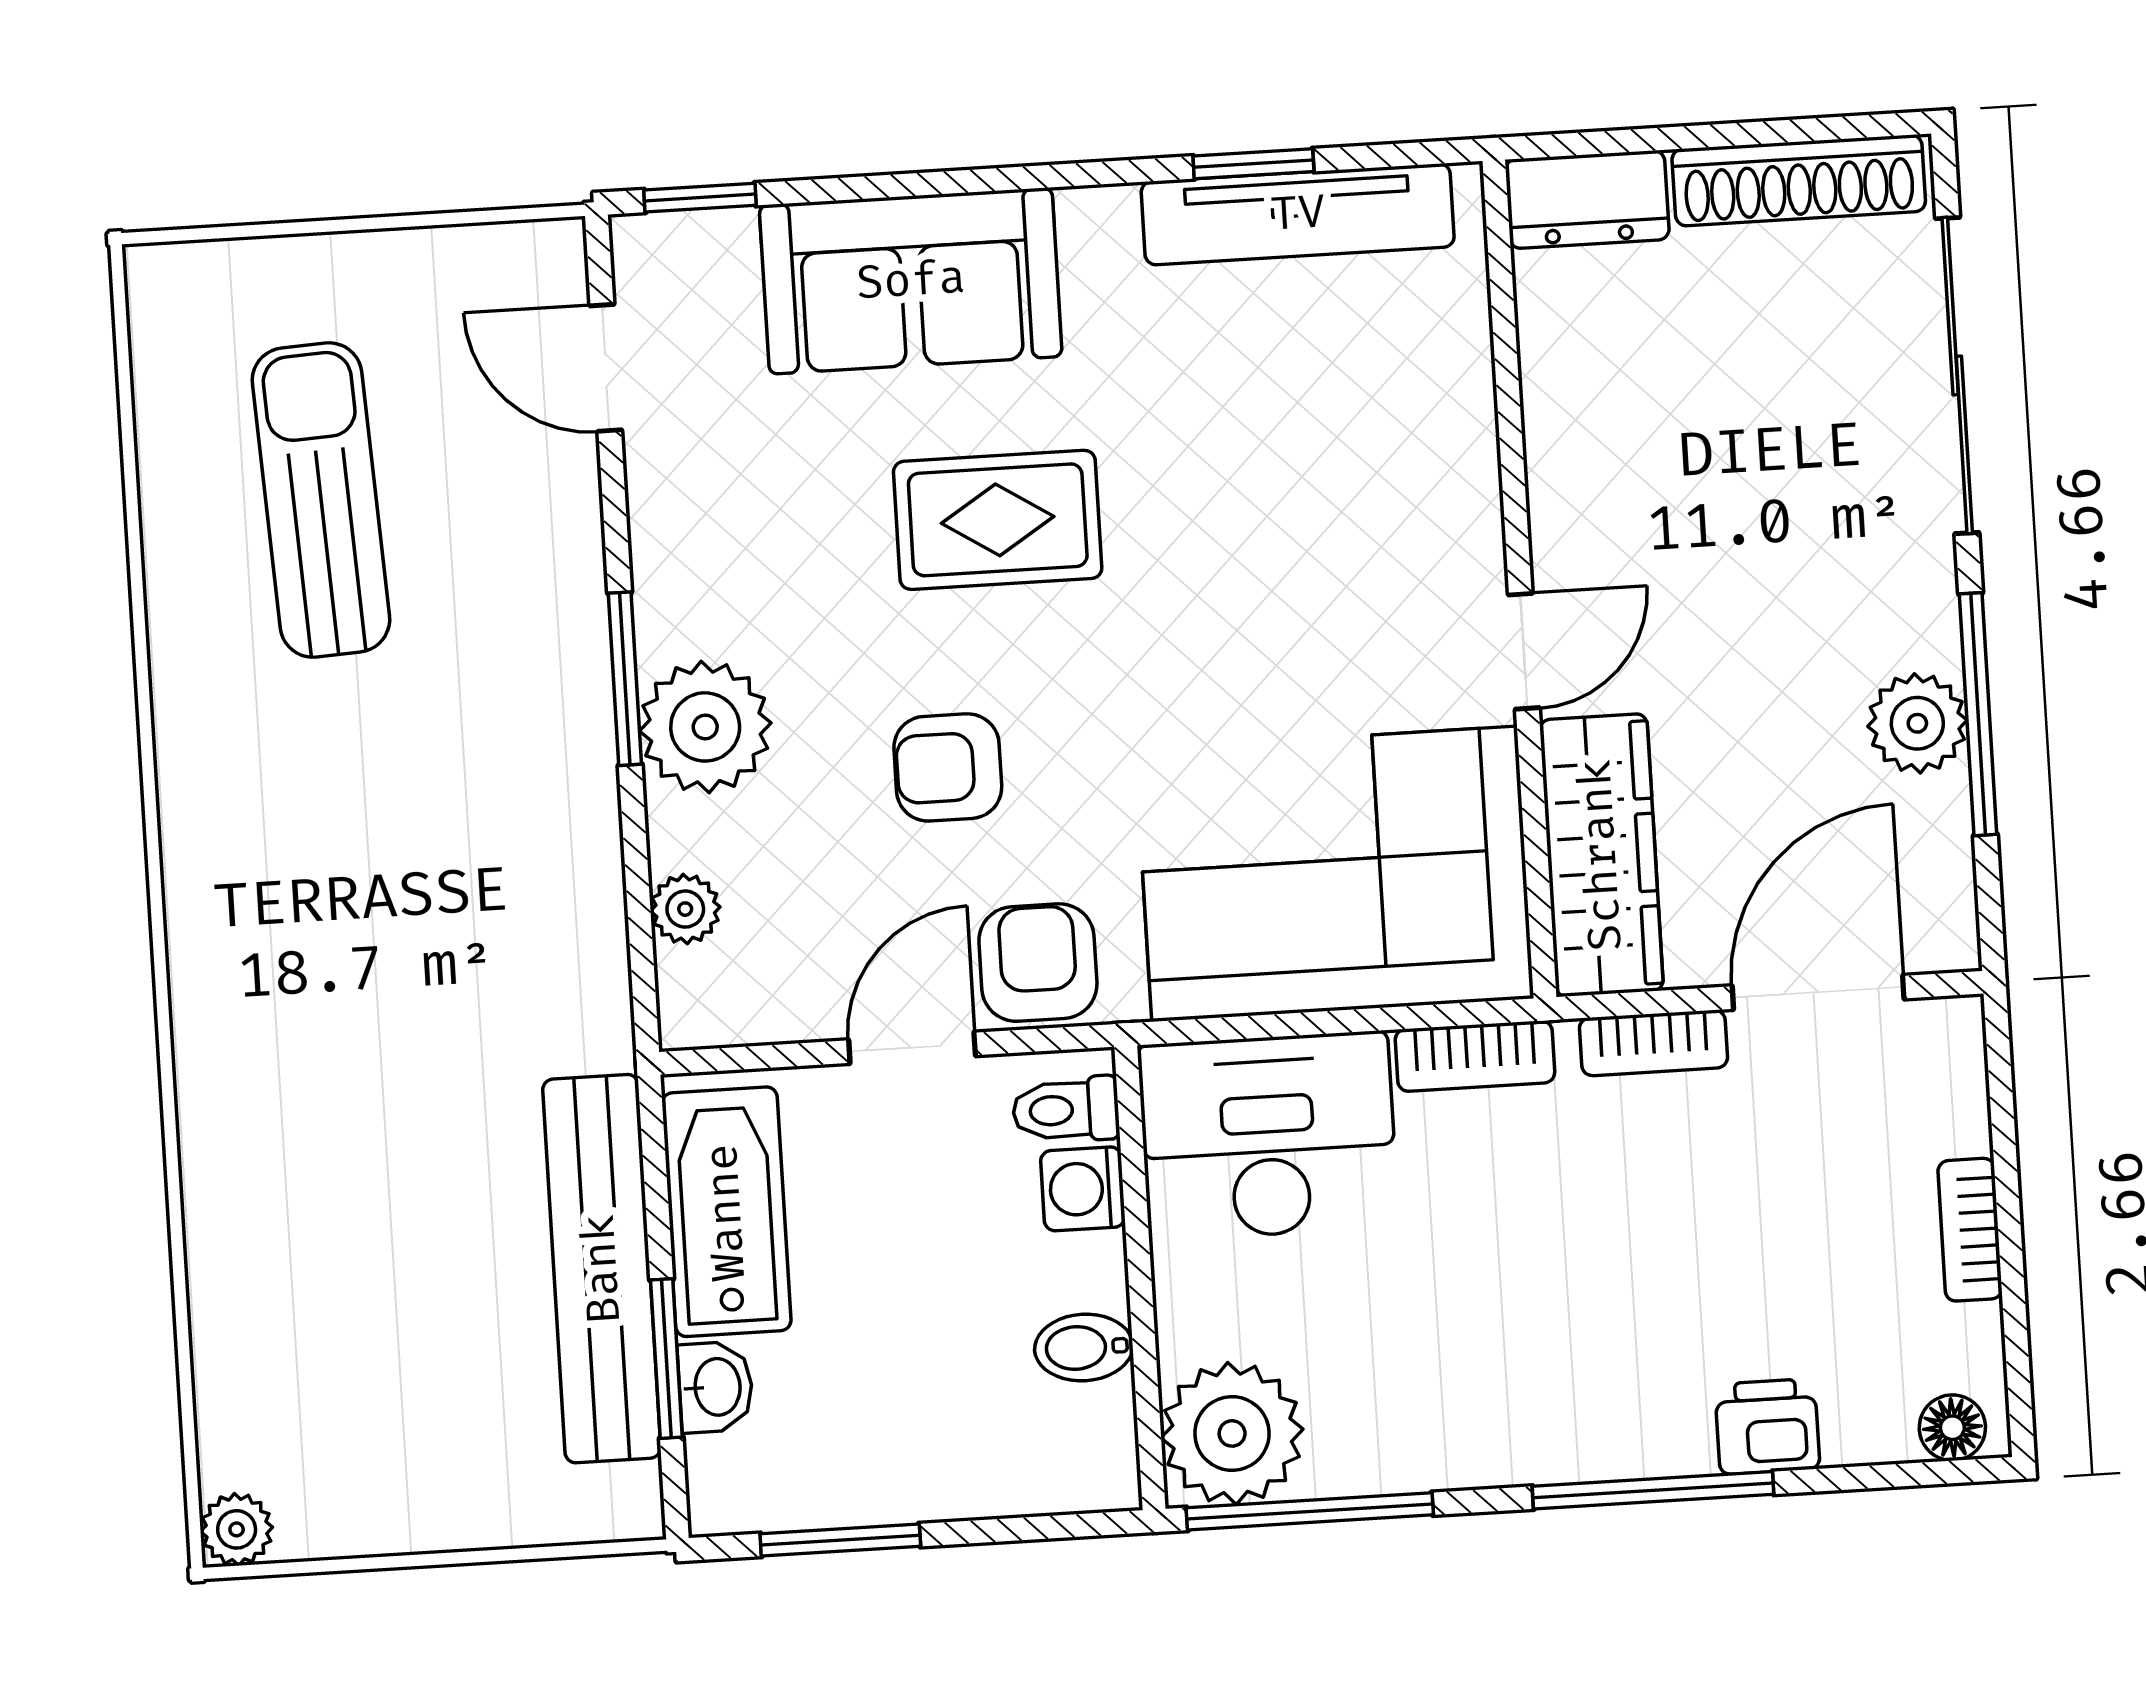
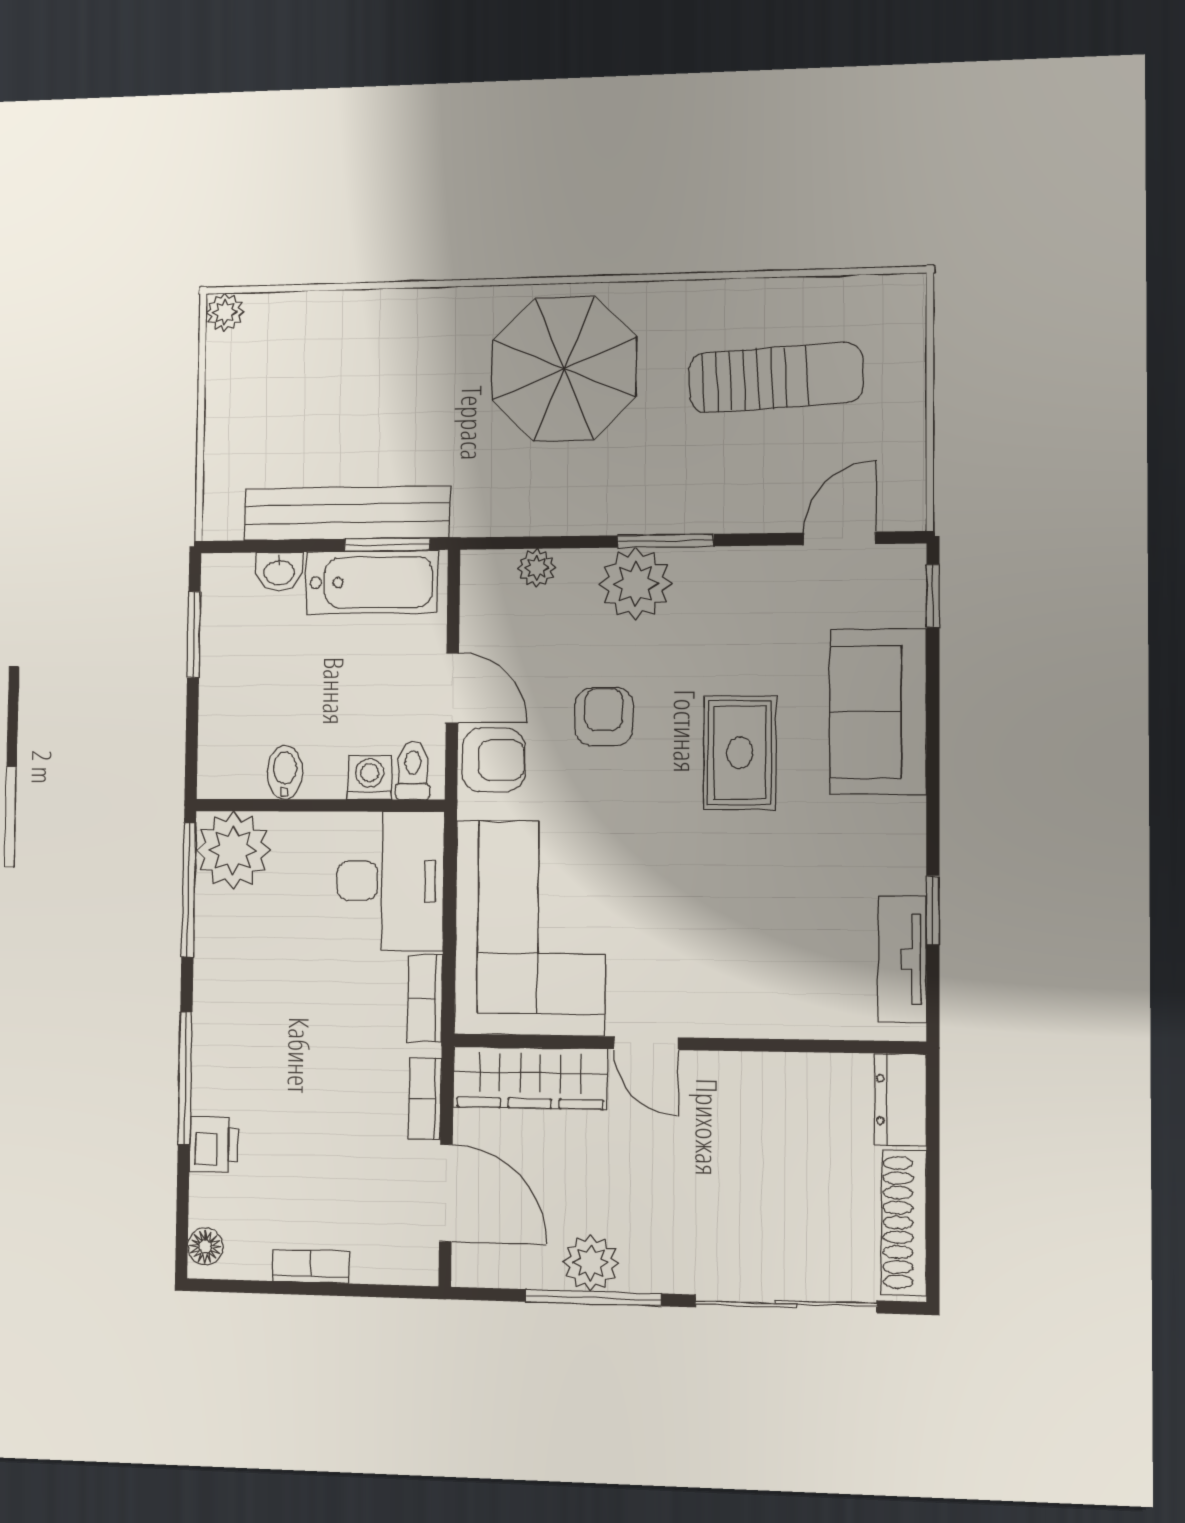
tv unit: (1298, 214) -> (902, 959), width x0.71
parasol: (319, 885) -> (564, 369), added
window: (666, 1359) -> (387, 545), moved

